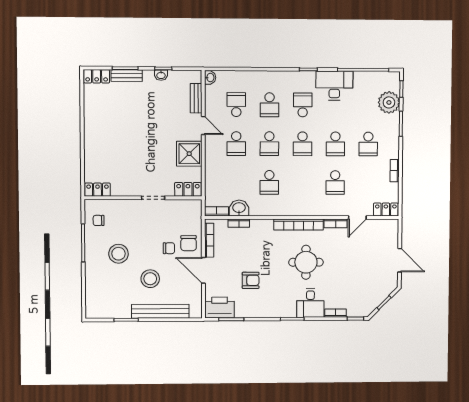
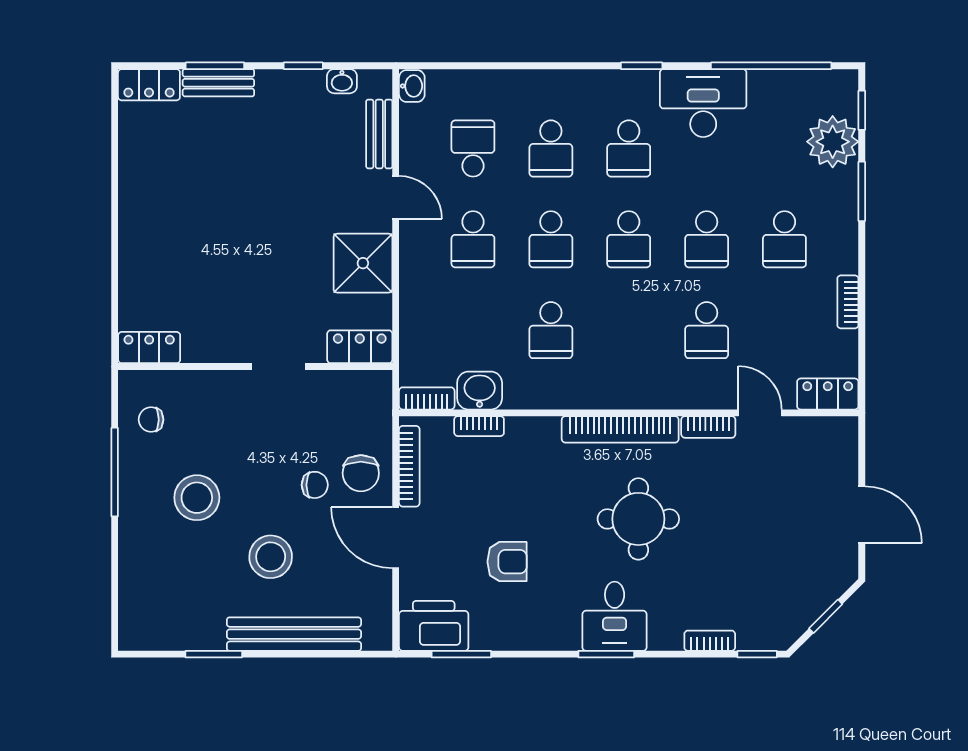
washbasin: (161, 75) -> (342, 81), moved
school desk: (303, 105) -> (629, 148), turned 180
door: (357, 217) -> (760, 413), swing flipped
desk: (310, 303) -> (615, 616), moved

